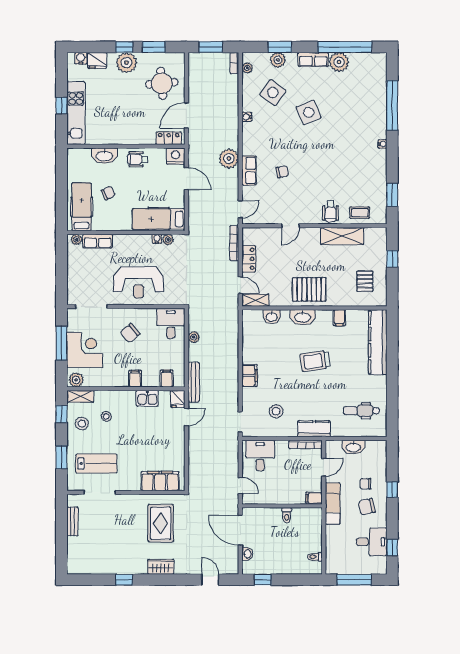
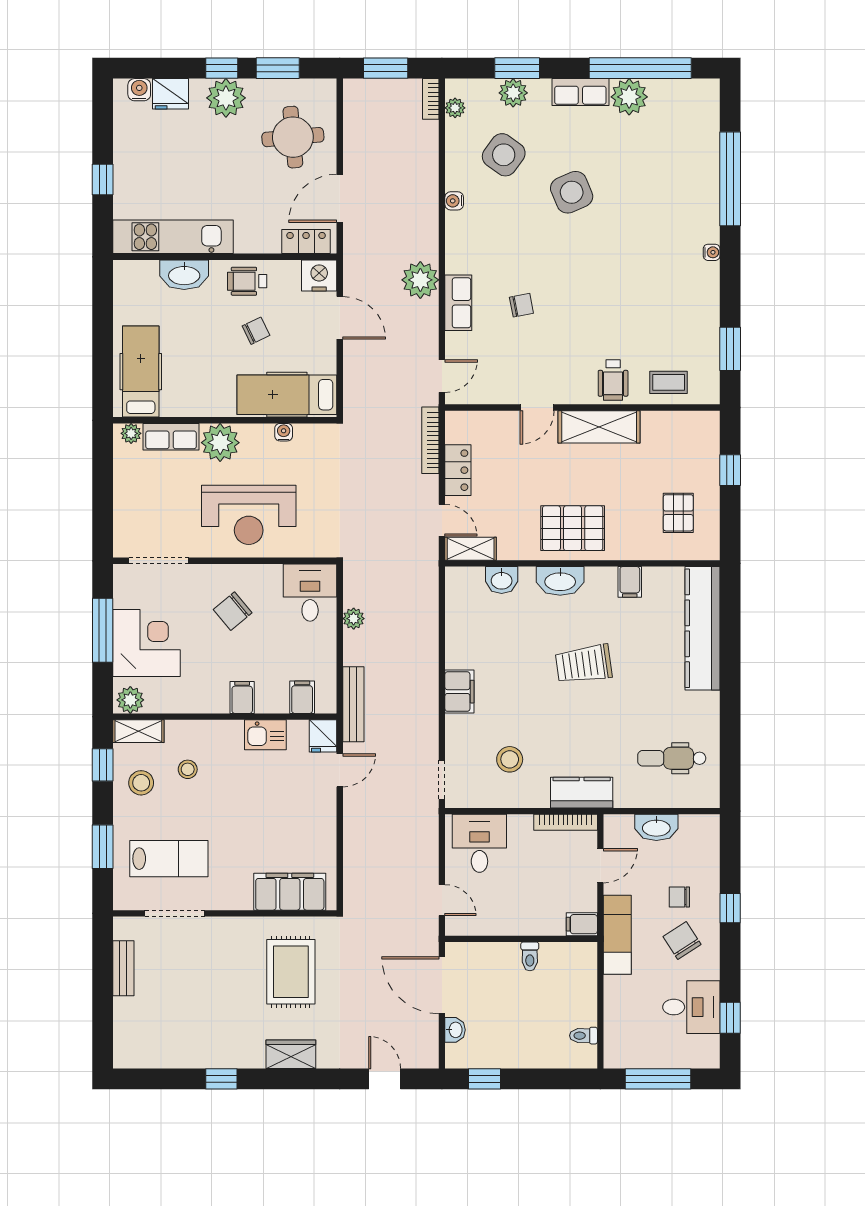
kitchen unit: (76, 113) -> (173, 237), moved, turned -90
chair: (108, 193) -> (256, 331), moved
shelving: (342, 236) -> (599, 427), moved
plant: (168, 240) -> (220, 443), moved, width x1.87, depth x1.87
chair: (367, 507) -> (682, 941), turned 70

